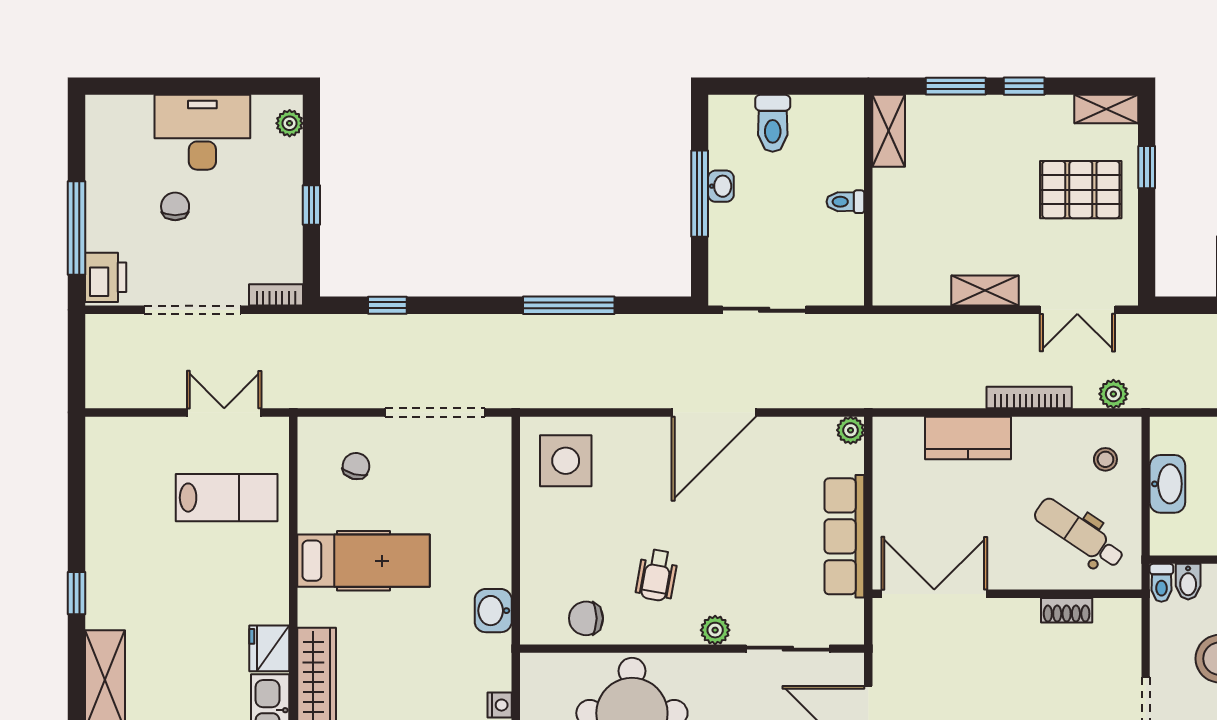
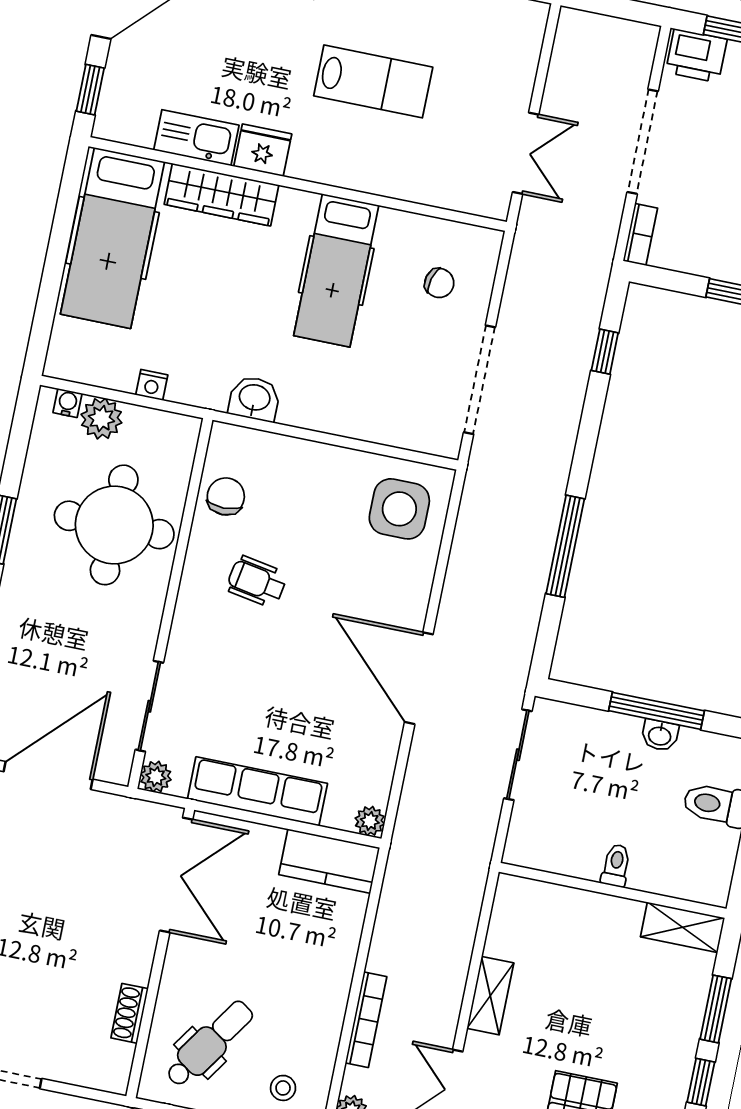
kitchen counter: (968, 438) -> (329, 861), moved, turned -90
lab bench: (227, 498) -> (373, 81), moved, turned -90
plant: (715, 630) -> (156, 777), moved

